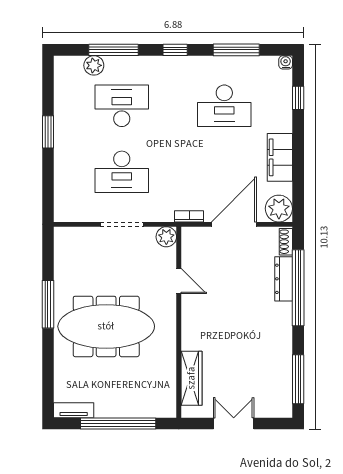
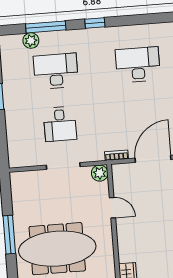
window: (236, 50) -> (144, 19), removed
desk: (224, 106) -> (138, 65), turned 180
desk: (122, 172) -> (60, 124), width x0.73

